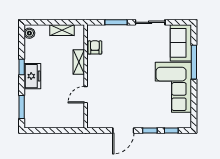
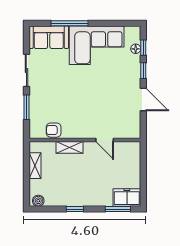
freezer: (32, 76) -> (127, 197), moved
floor lamp: (170, 123) -> (136, 49), added

